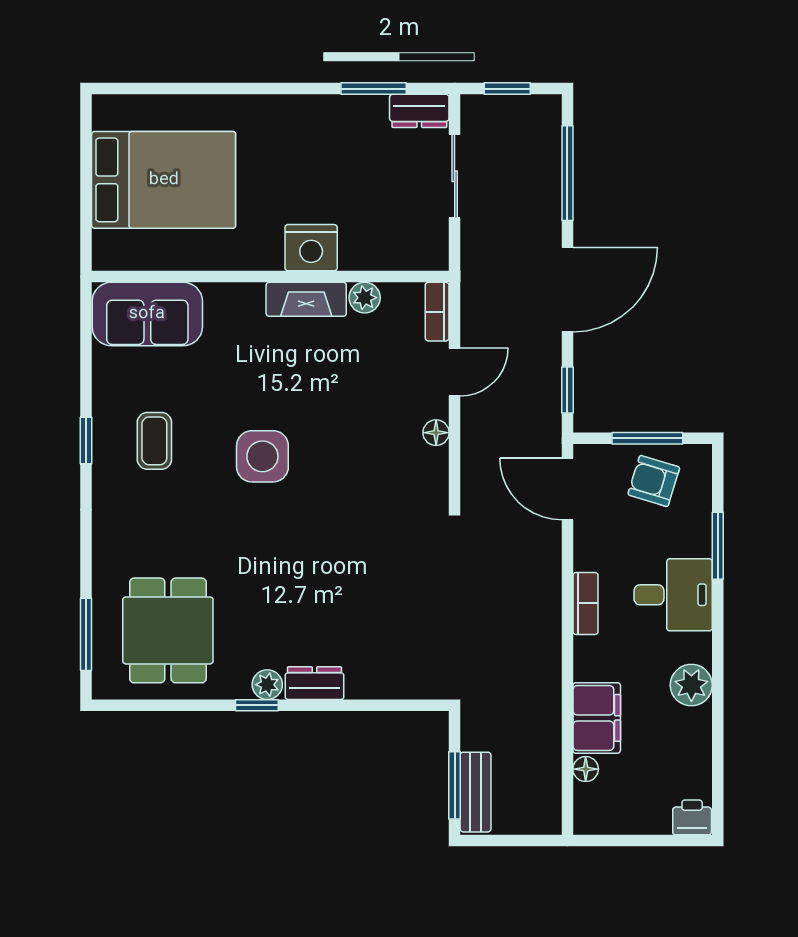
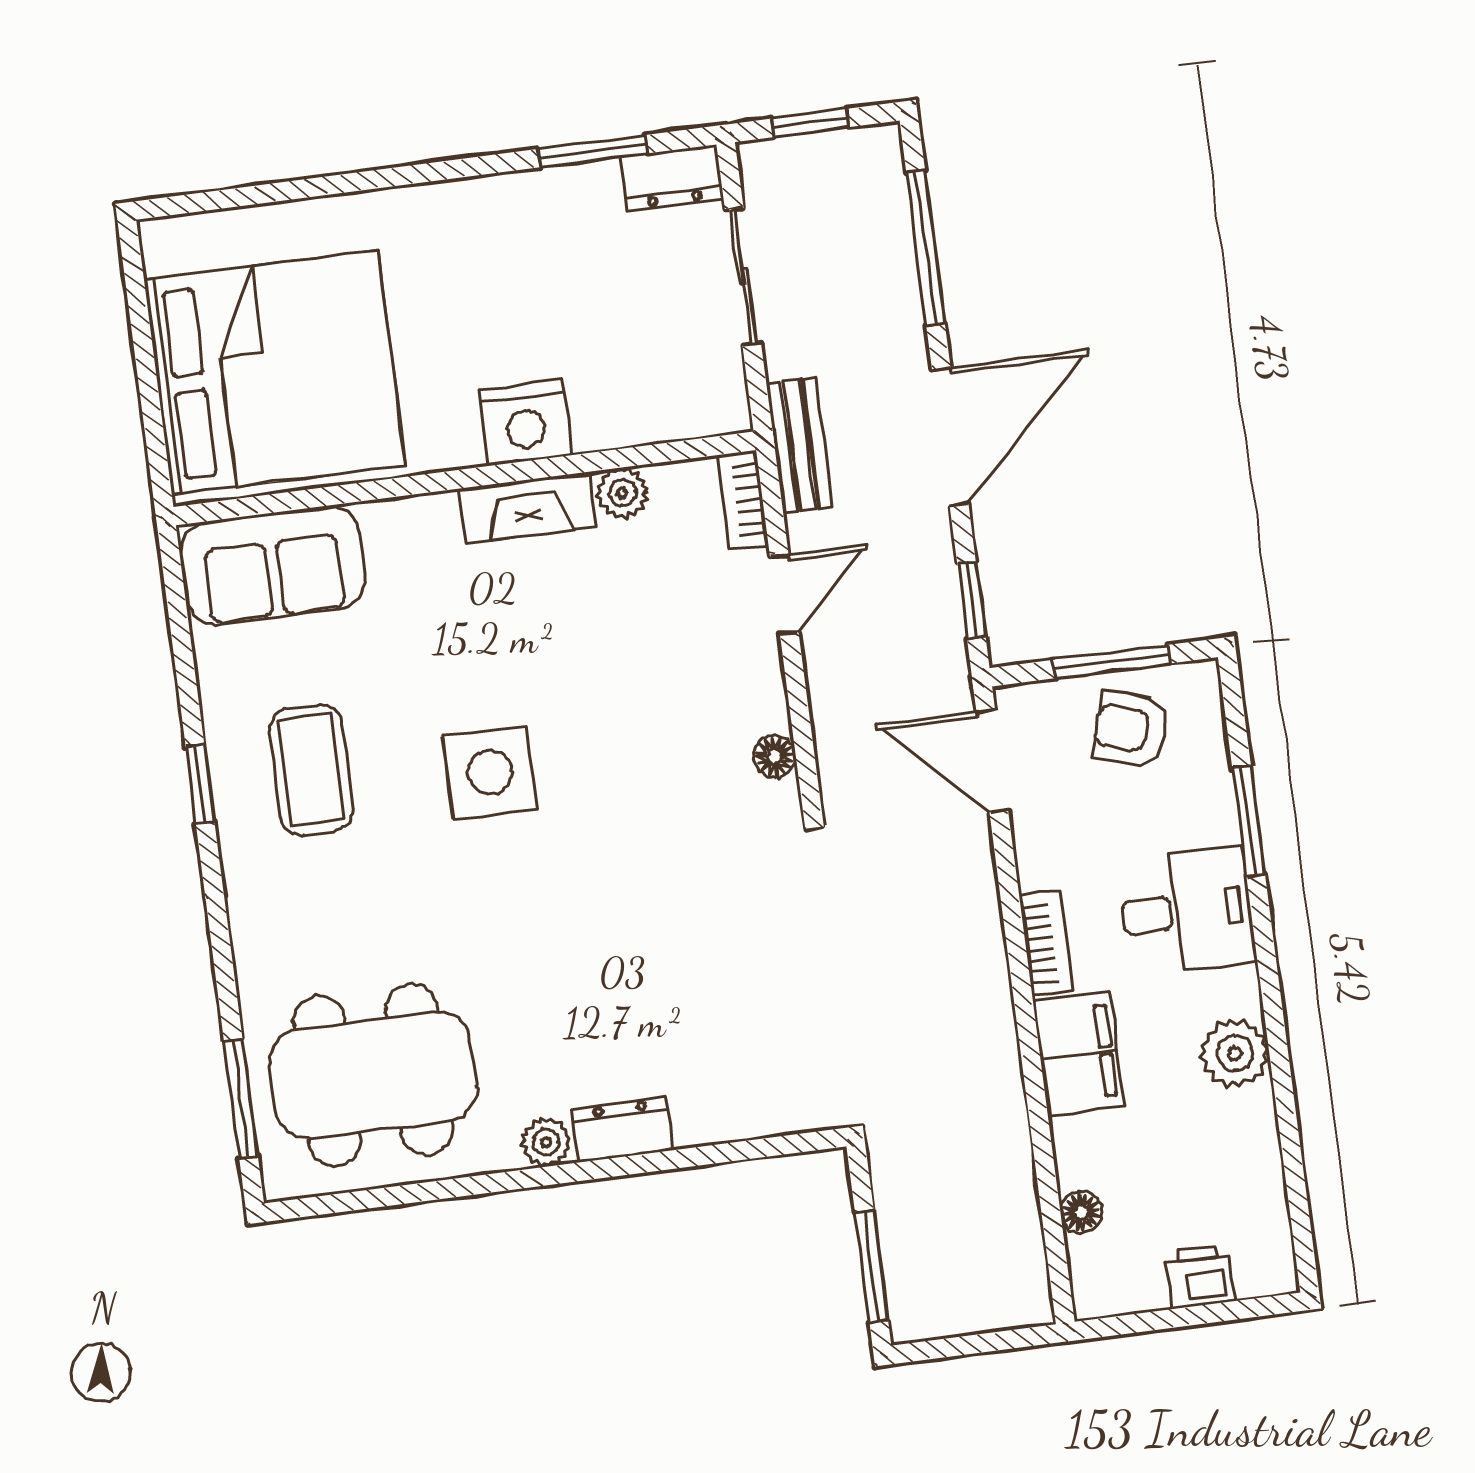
bed: (164, 180) -> (275, 372), width x1.36
floor lamp: (436, 433) -> (775, 756), moved
coffee table: (154, 441) -> (311, 770), width x1.36, depth x1.30
dining table: (168, 630) -> (373, 1075), width x1.38
window: (257, 705) -> (534, 1178), removed
filing cabinet: (597, 718) -> (1079, 1054), moved
bench: (476, 792) -> (799, 445), moved
printer: (692, 817) -> (1200, 1277), moved

